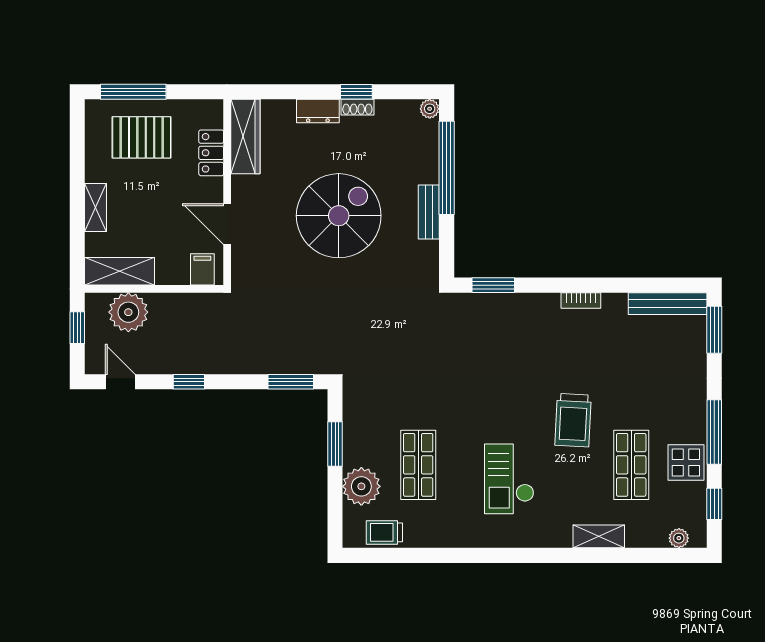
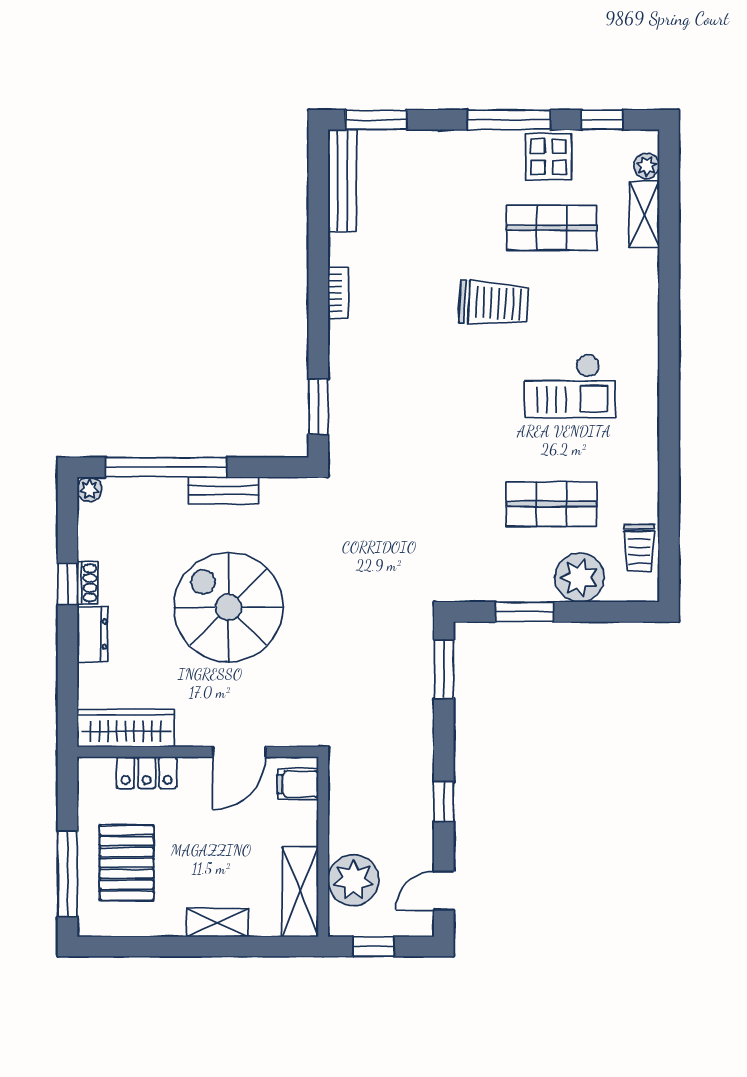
shelving: (599, 536) -> (644, 214), moved

